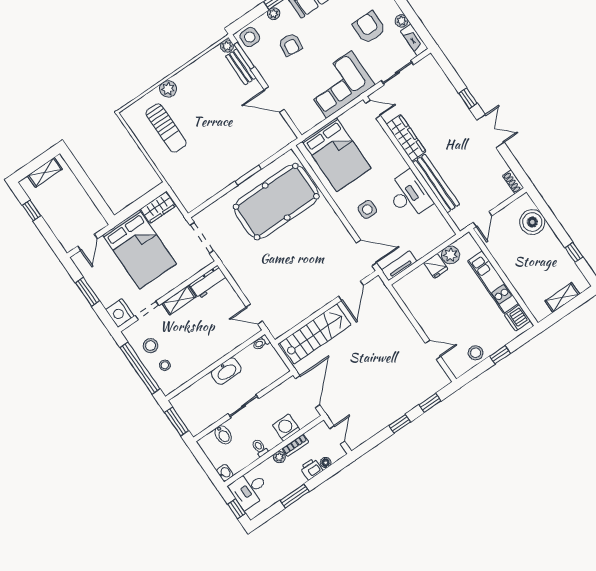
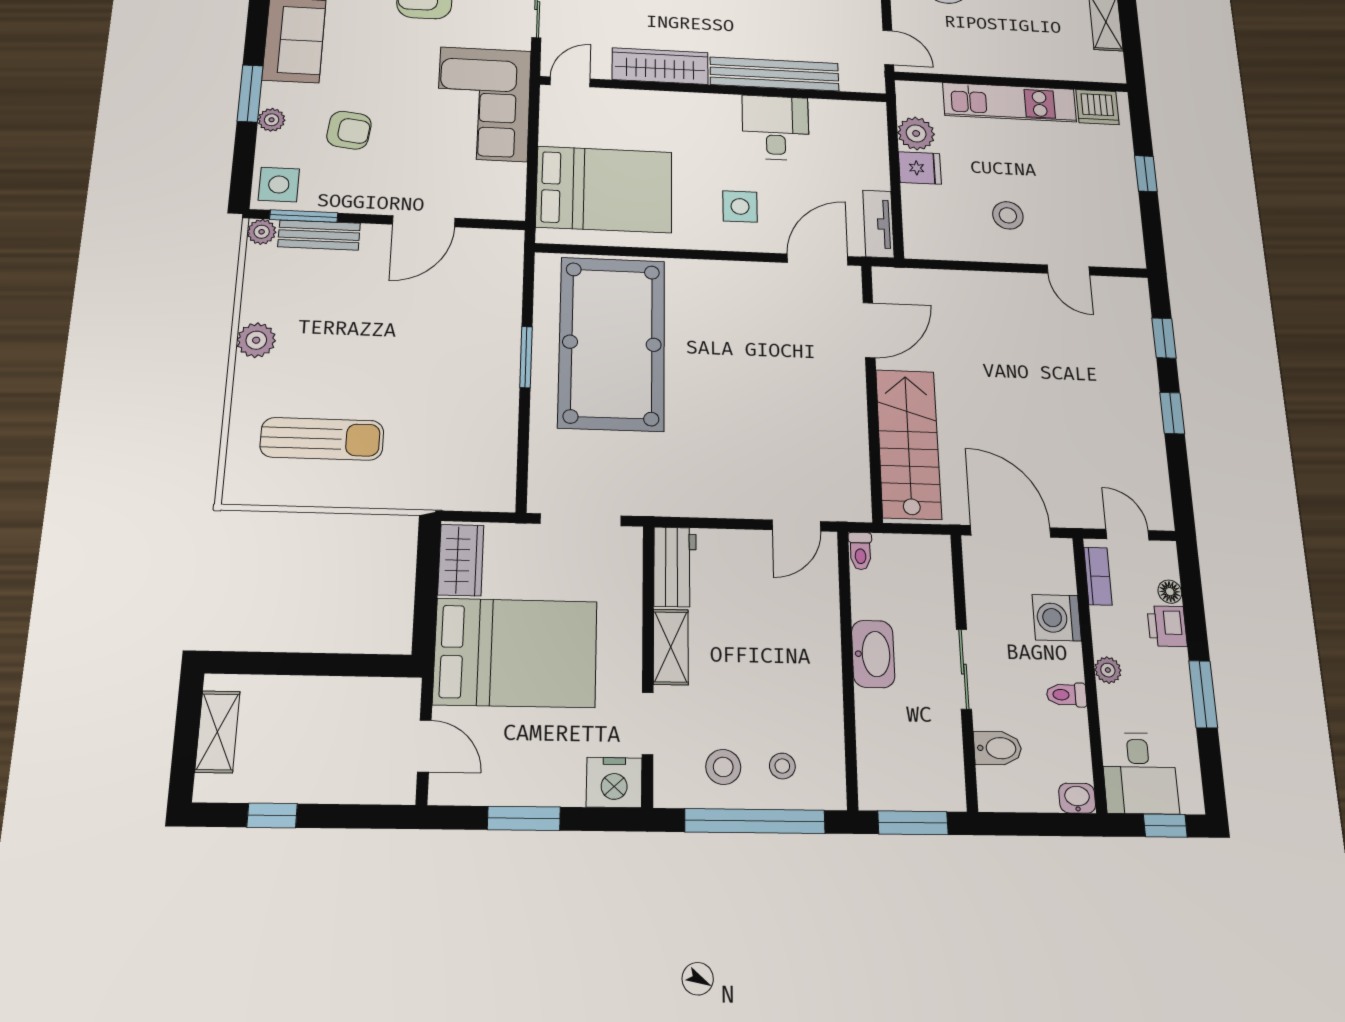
plant: (168, 89) -> (256, 340), moved
desk: (409, 195) -> (776, 128), width x0.73
door: (351, 291) -> (869, 330), hinge flipped
door: (433, 350) -> (1068, 270), swing flipped
stool: (476, 353) -> (1008, 215), moved
bookcase: (295, 445) -> (1098, 576), moved

